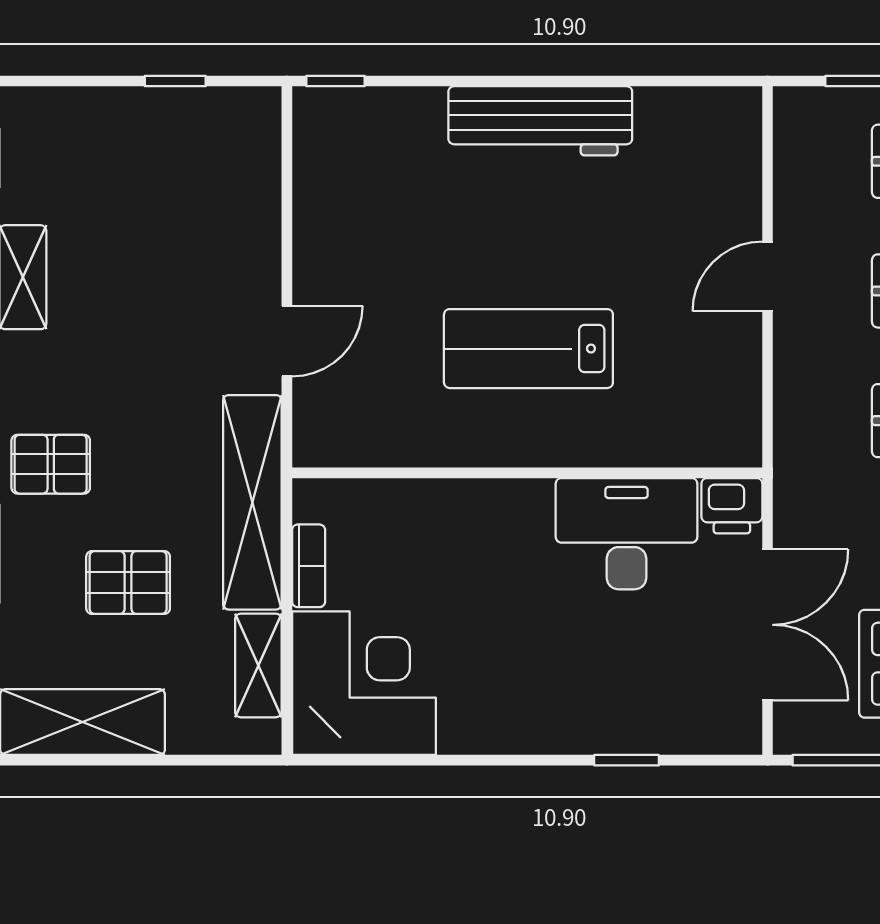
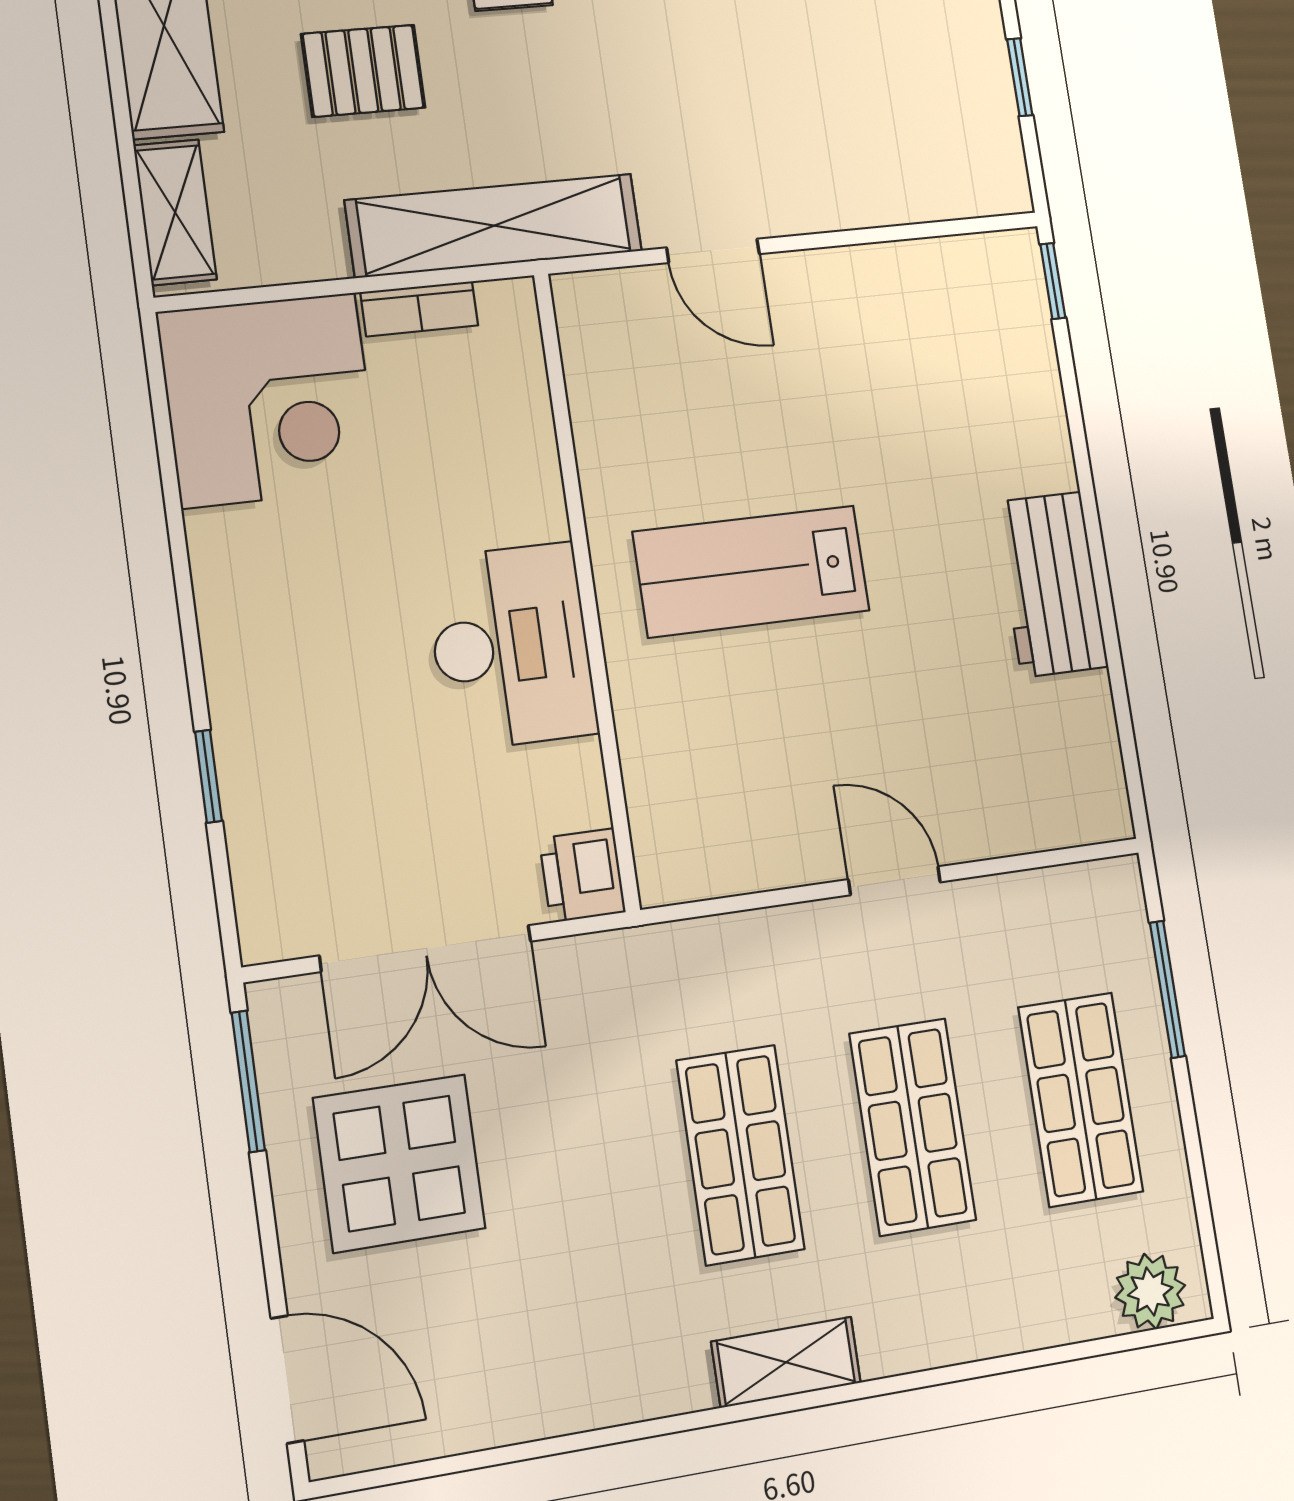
workbench: (540, 121) -> (1051, 584), width x0.73
lab bench: (528, 349) -> (752, 571), turned -90
desk: (627, 534) -> (511, 646), moved
pallet: (128, 583) -> (363, 71), turned 90
shelving: (258, 665) -> (175, 212), moved, turned 90

